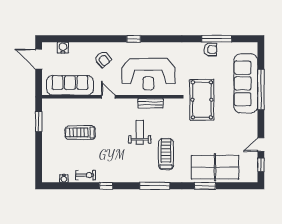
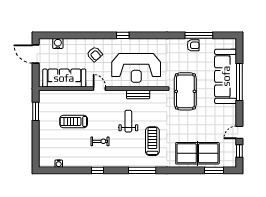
exercise bike: (86, 175) -> (100, 141), moved
window: (205, 186) -> (214, 170), moved

